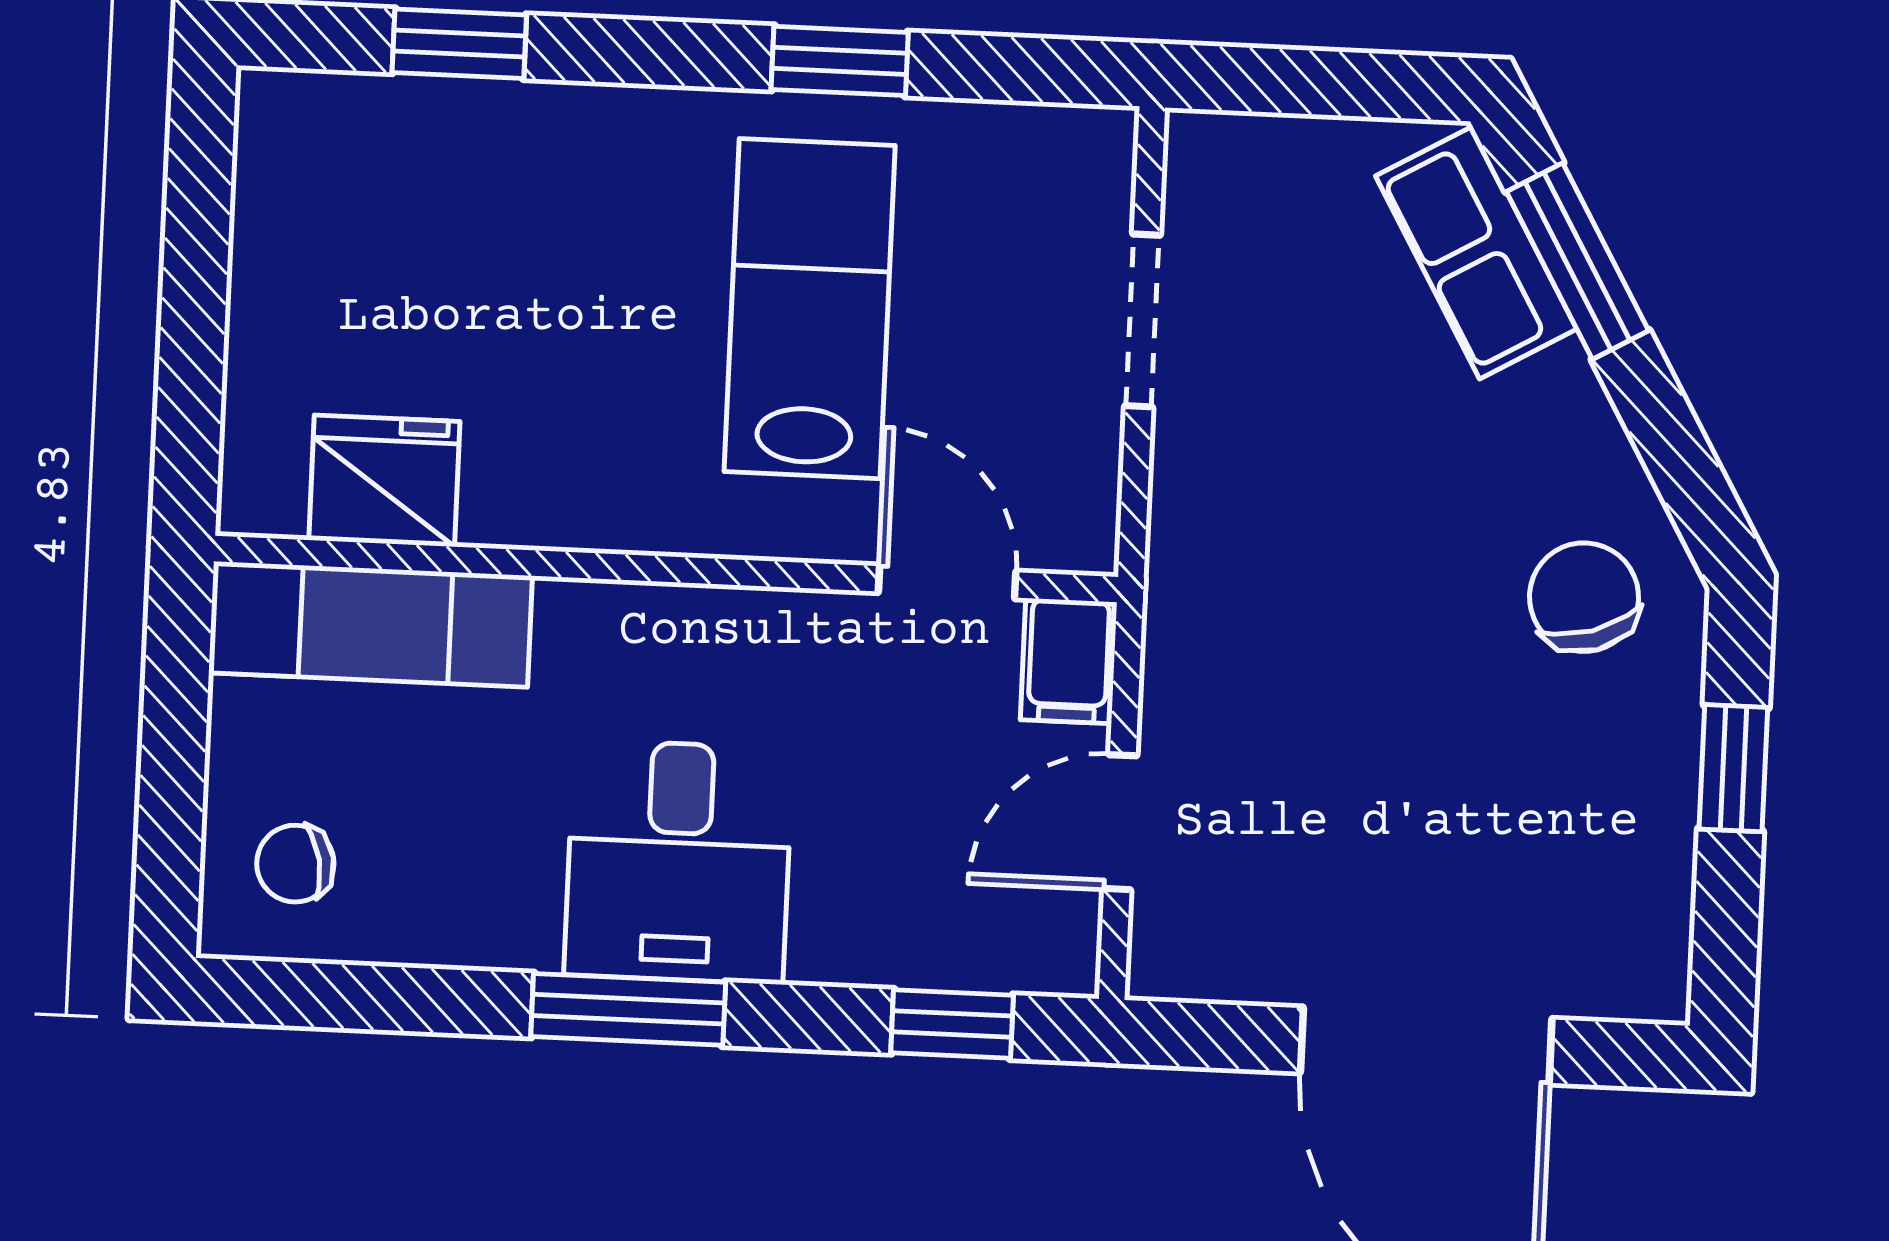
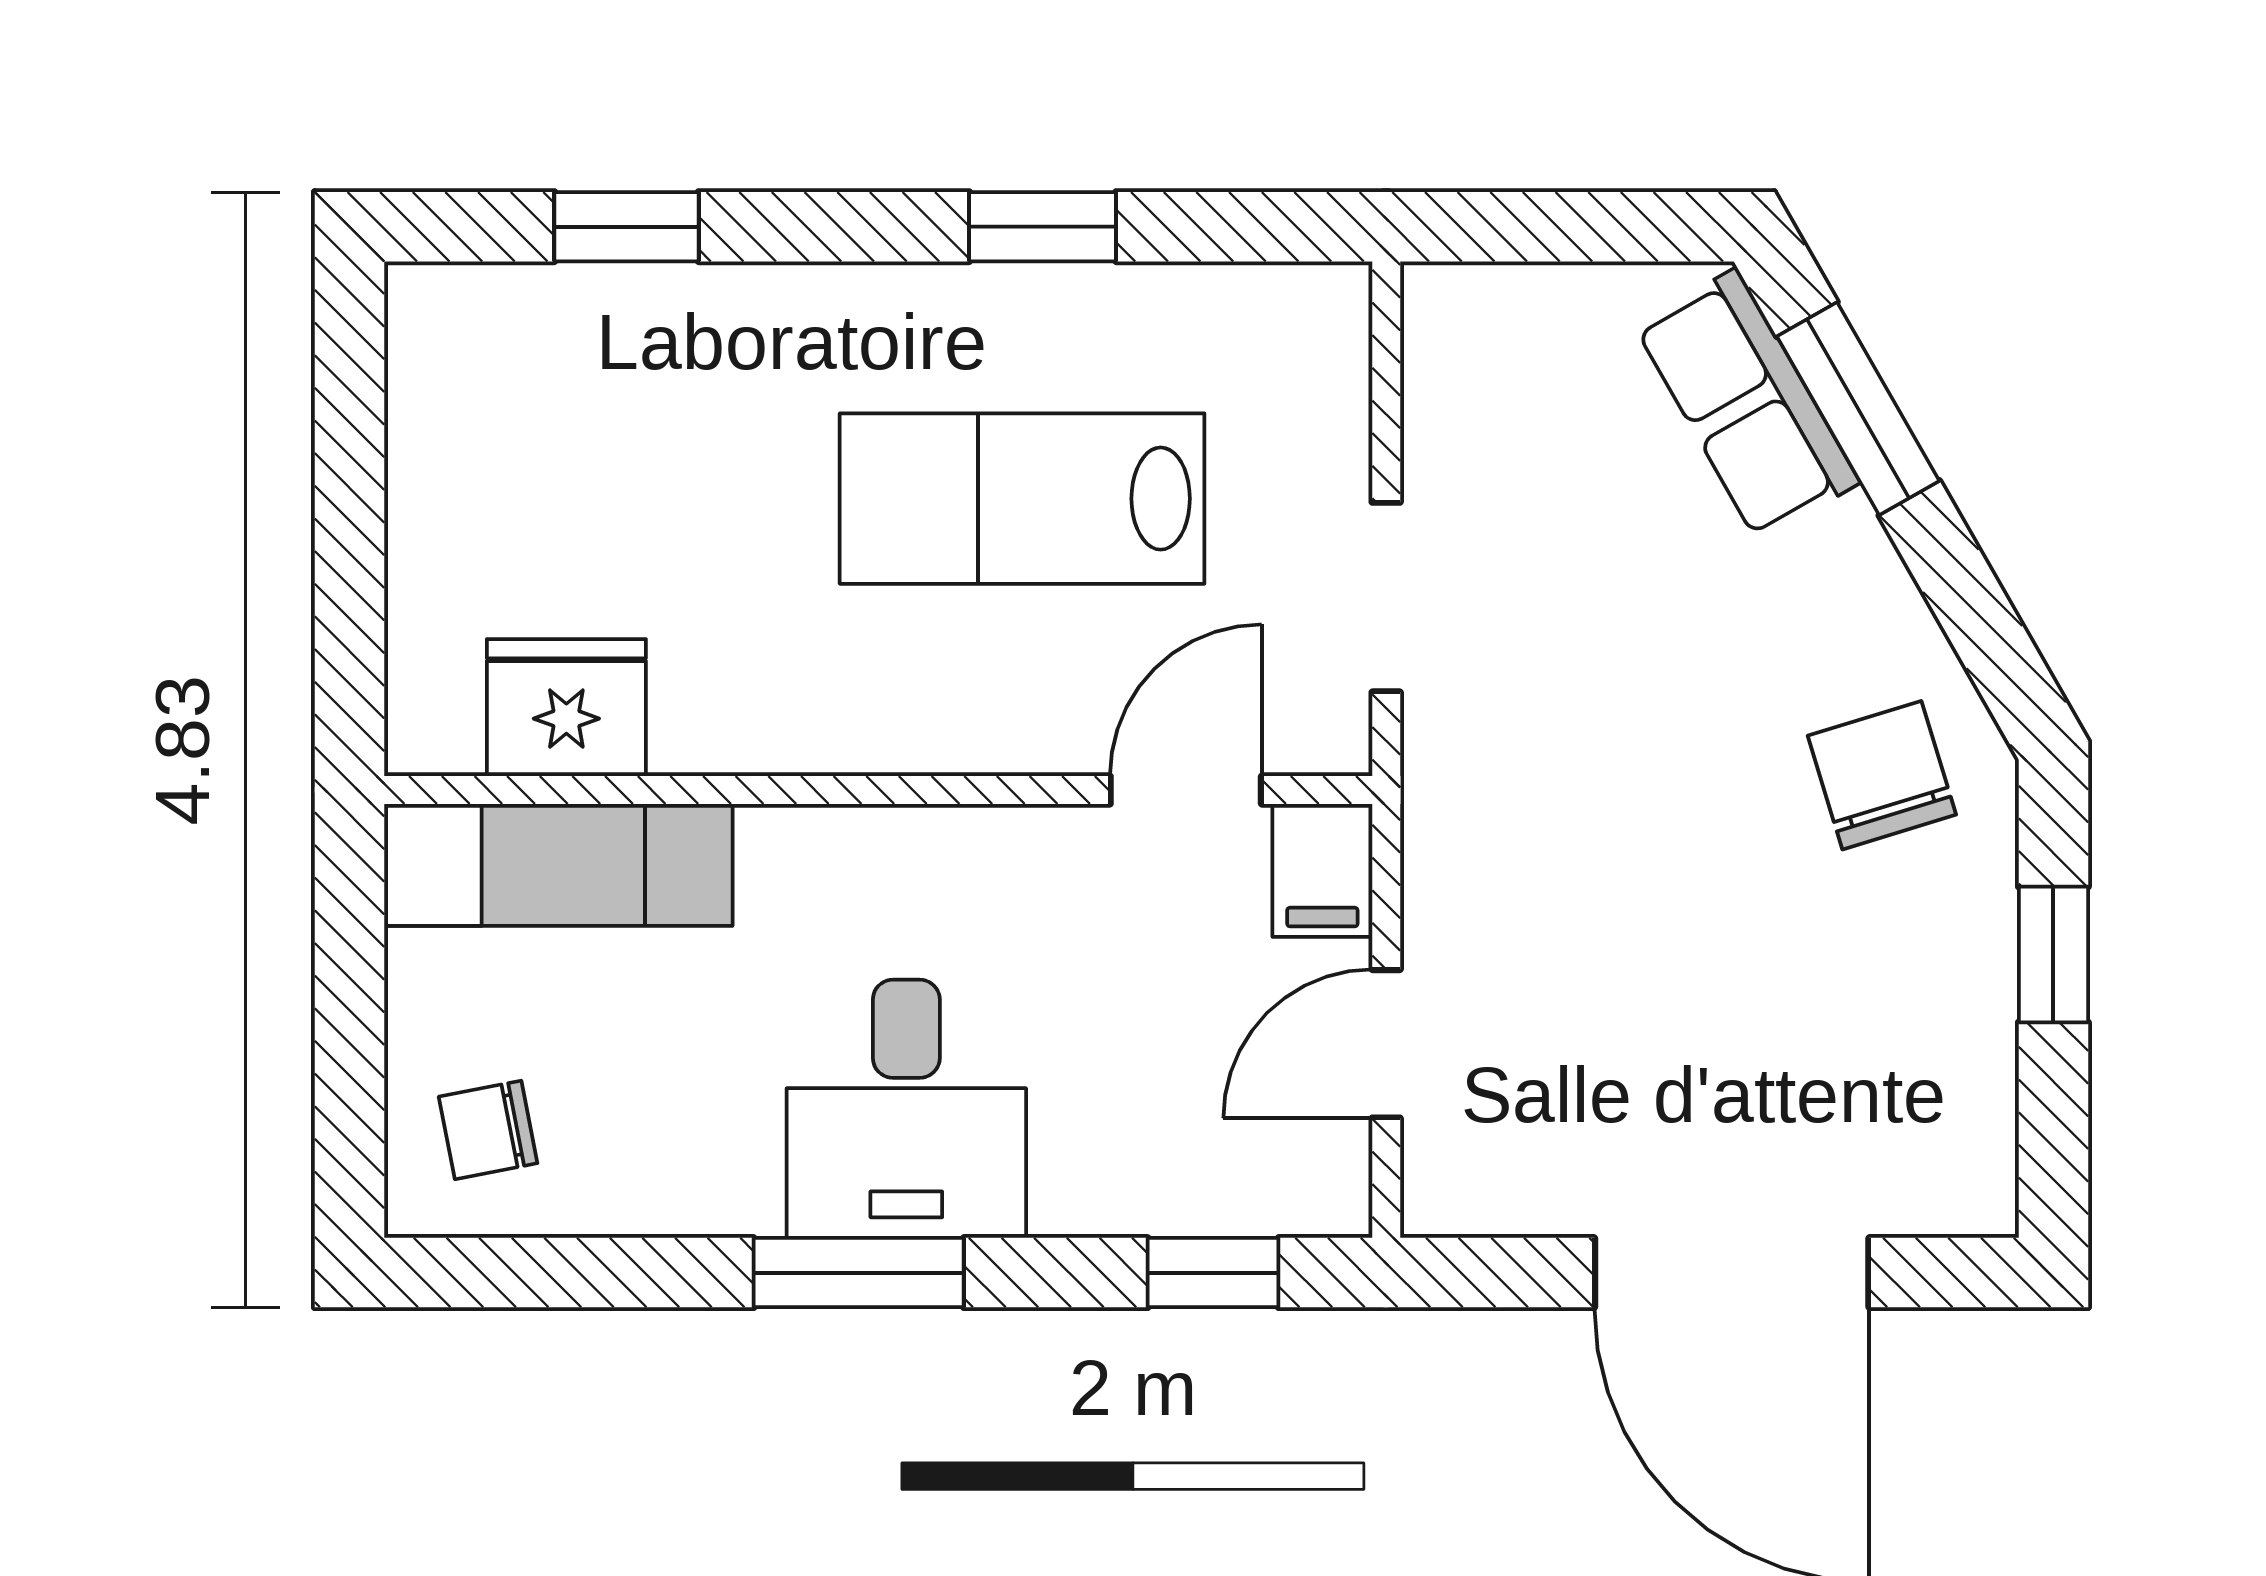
lab bench: (810, 309) -> (1022, 499), turned -90
doorway: (1143, 321) -> (1386, 597), moved
door: (947, 582) -> (1186, 790), hinge flipped

